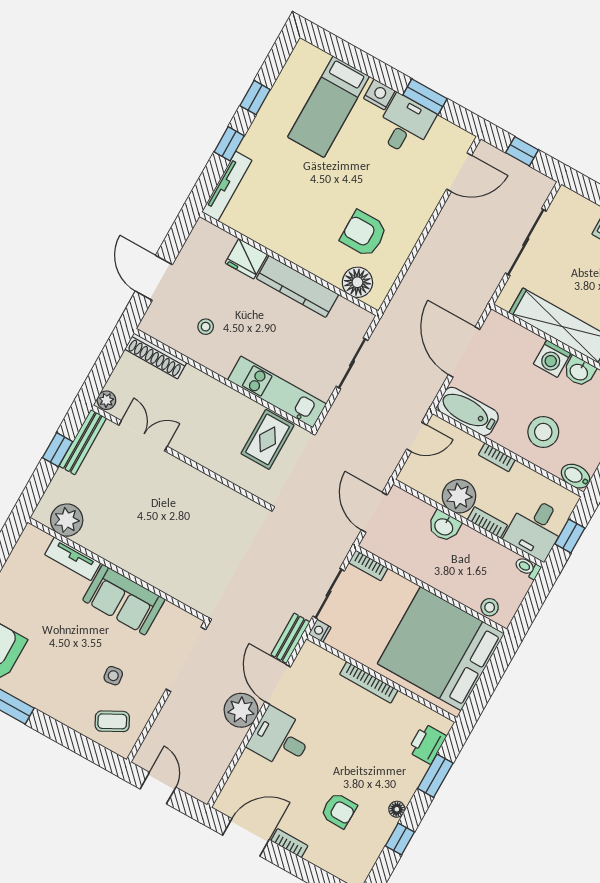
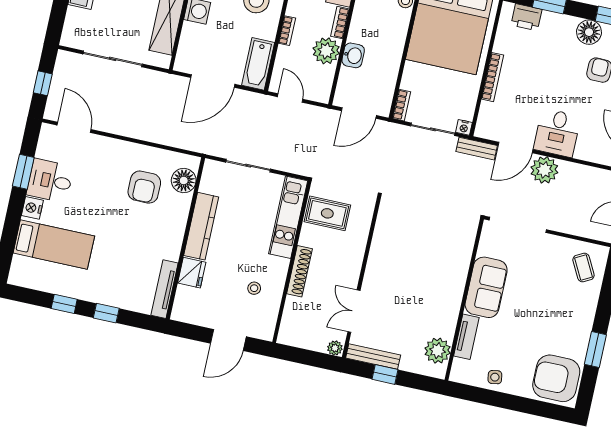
tv unit: (227, 186) -> (164, 289), moved, turned -90
shoe rack: (156, 356) -> (300, 271), moved
side table: (113, 676) -> (495, 377), moved
floor lamp: (397, 809) -> (589, 32), width x1.89, depth x1.89

